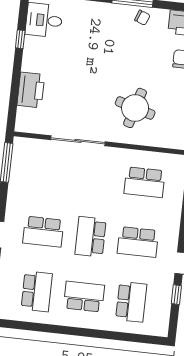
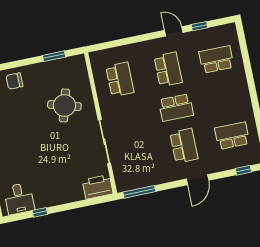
printer: (31, 90) -> (98, 187), moved
school desk: (84, 297) -> (224, 98), removed

